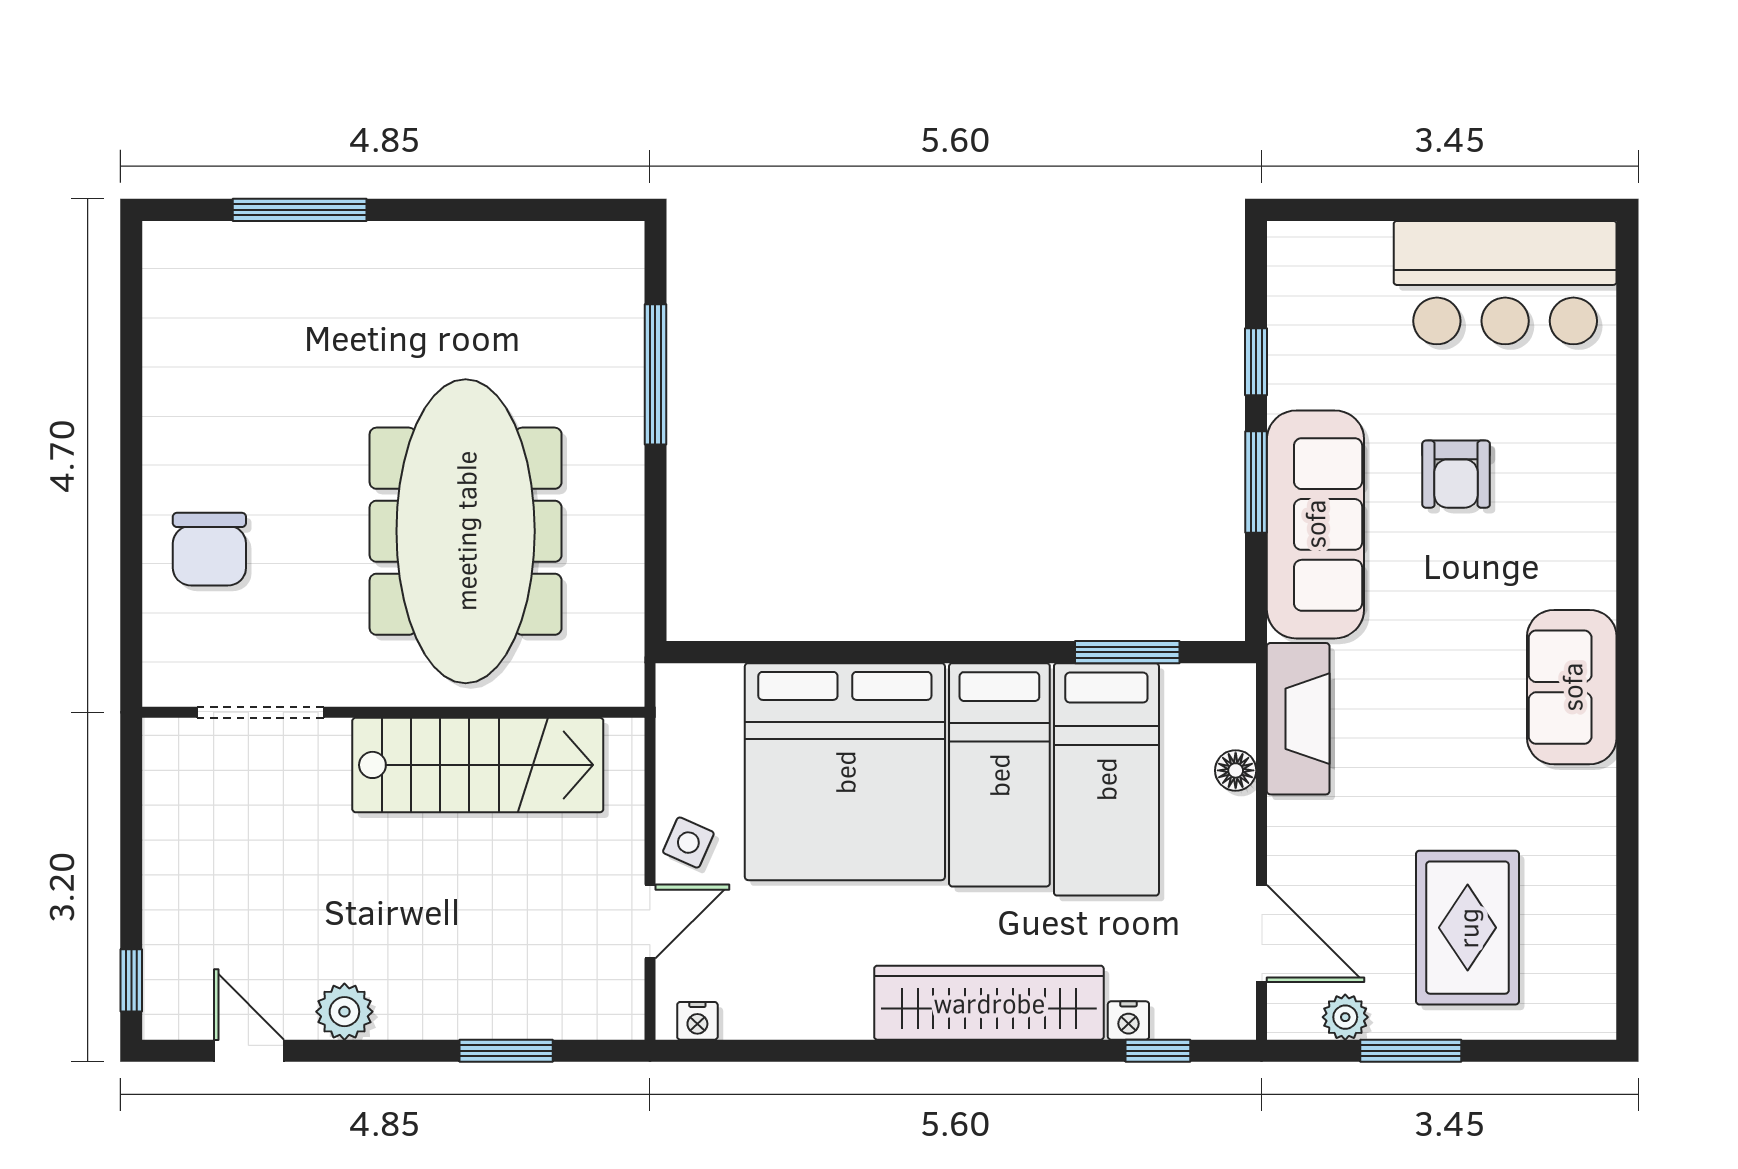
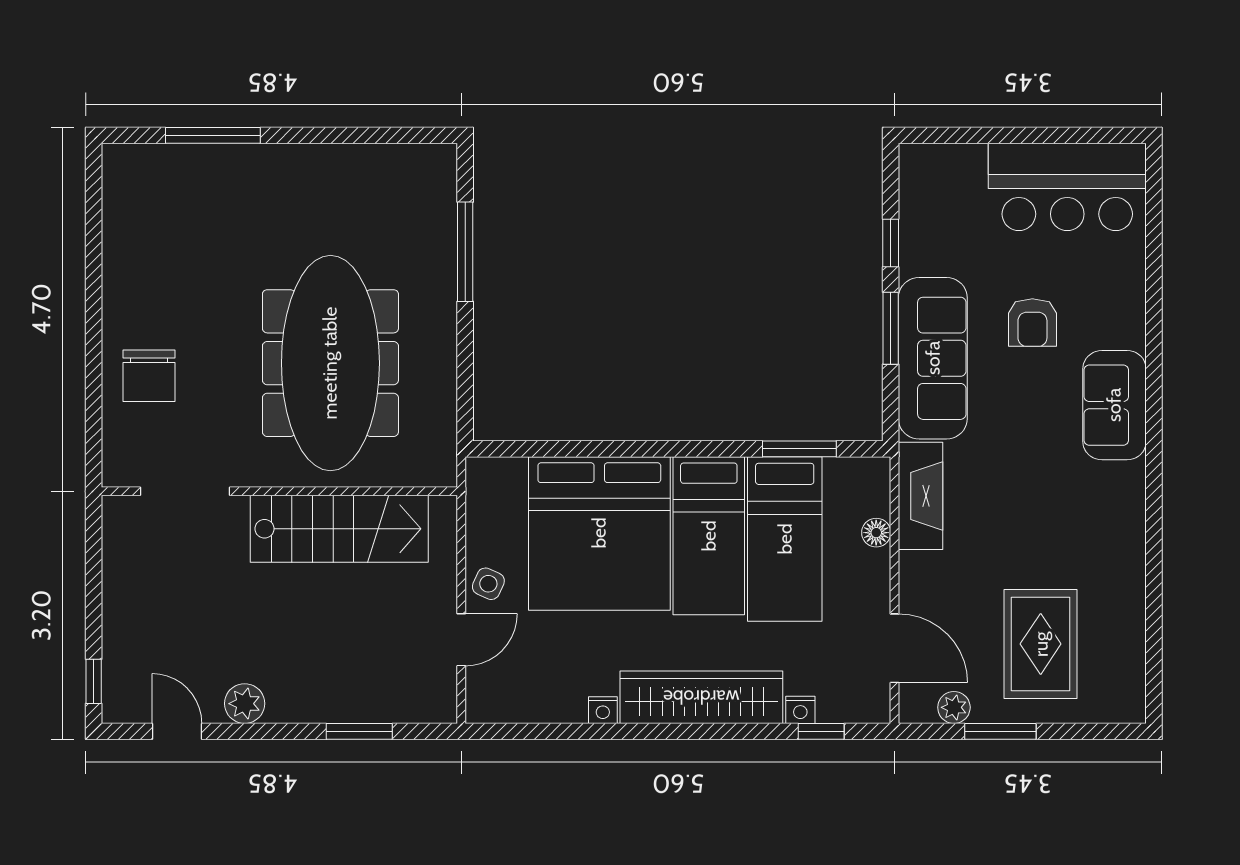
sofa: (1572, 687) -> (1114, 405), moved
nightstand: (697, 1021) -> (603, 710), moved

